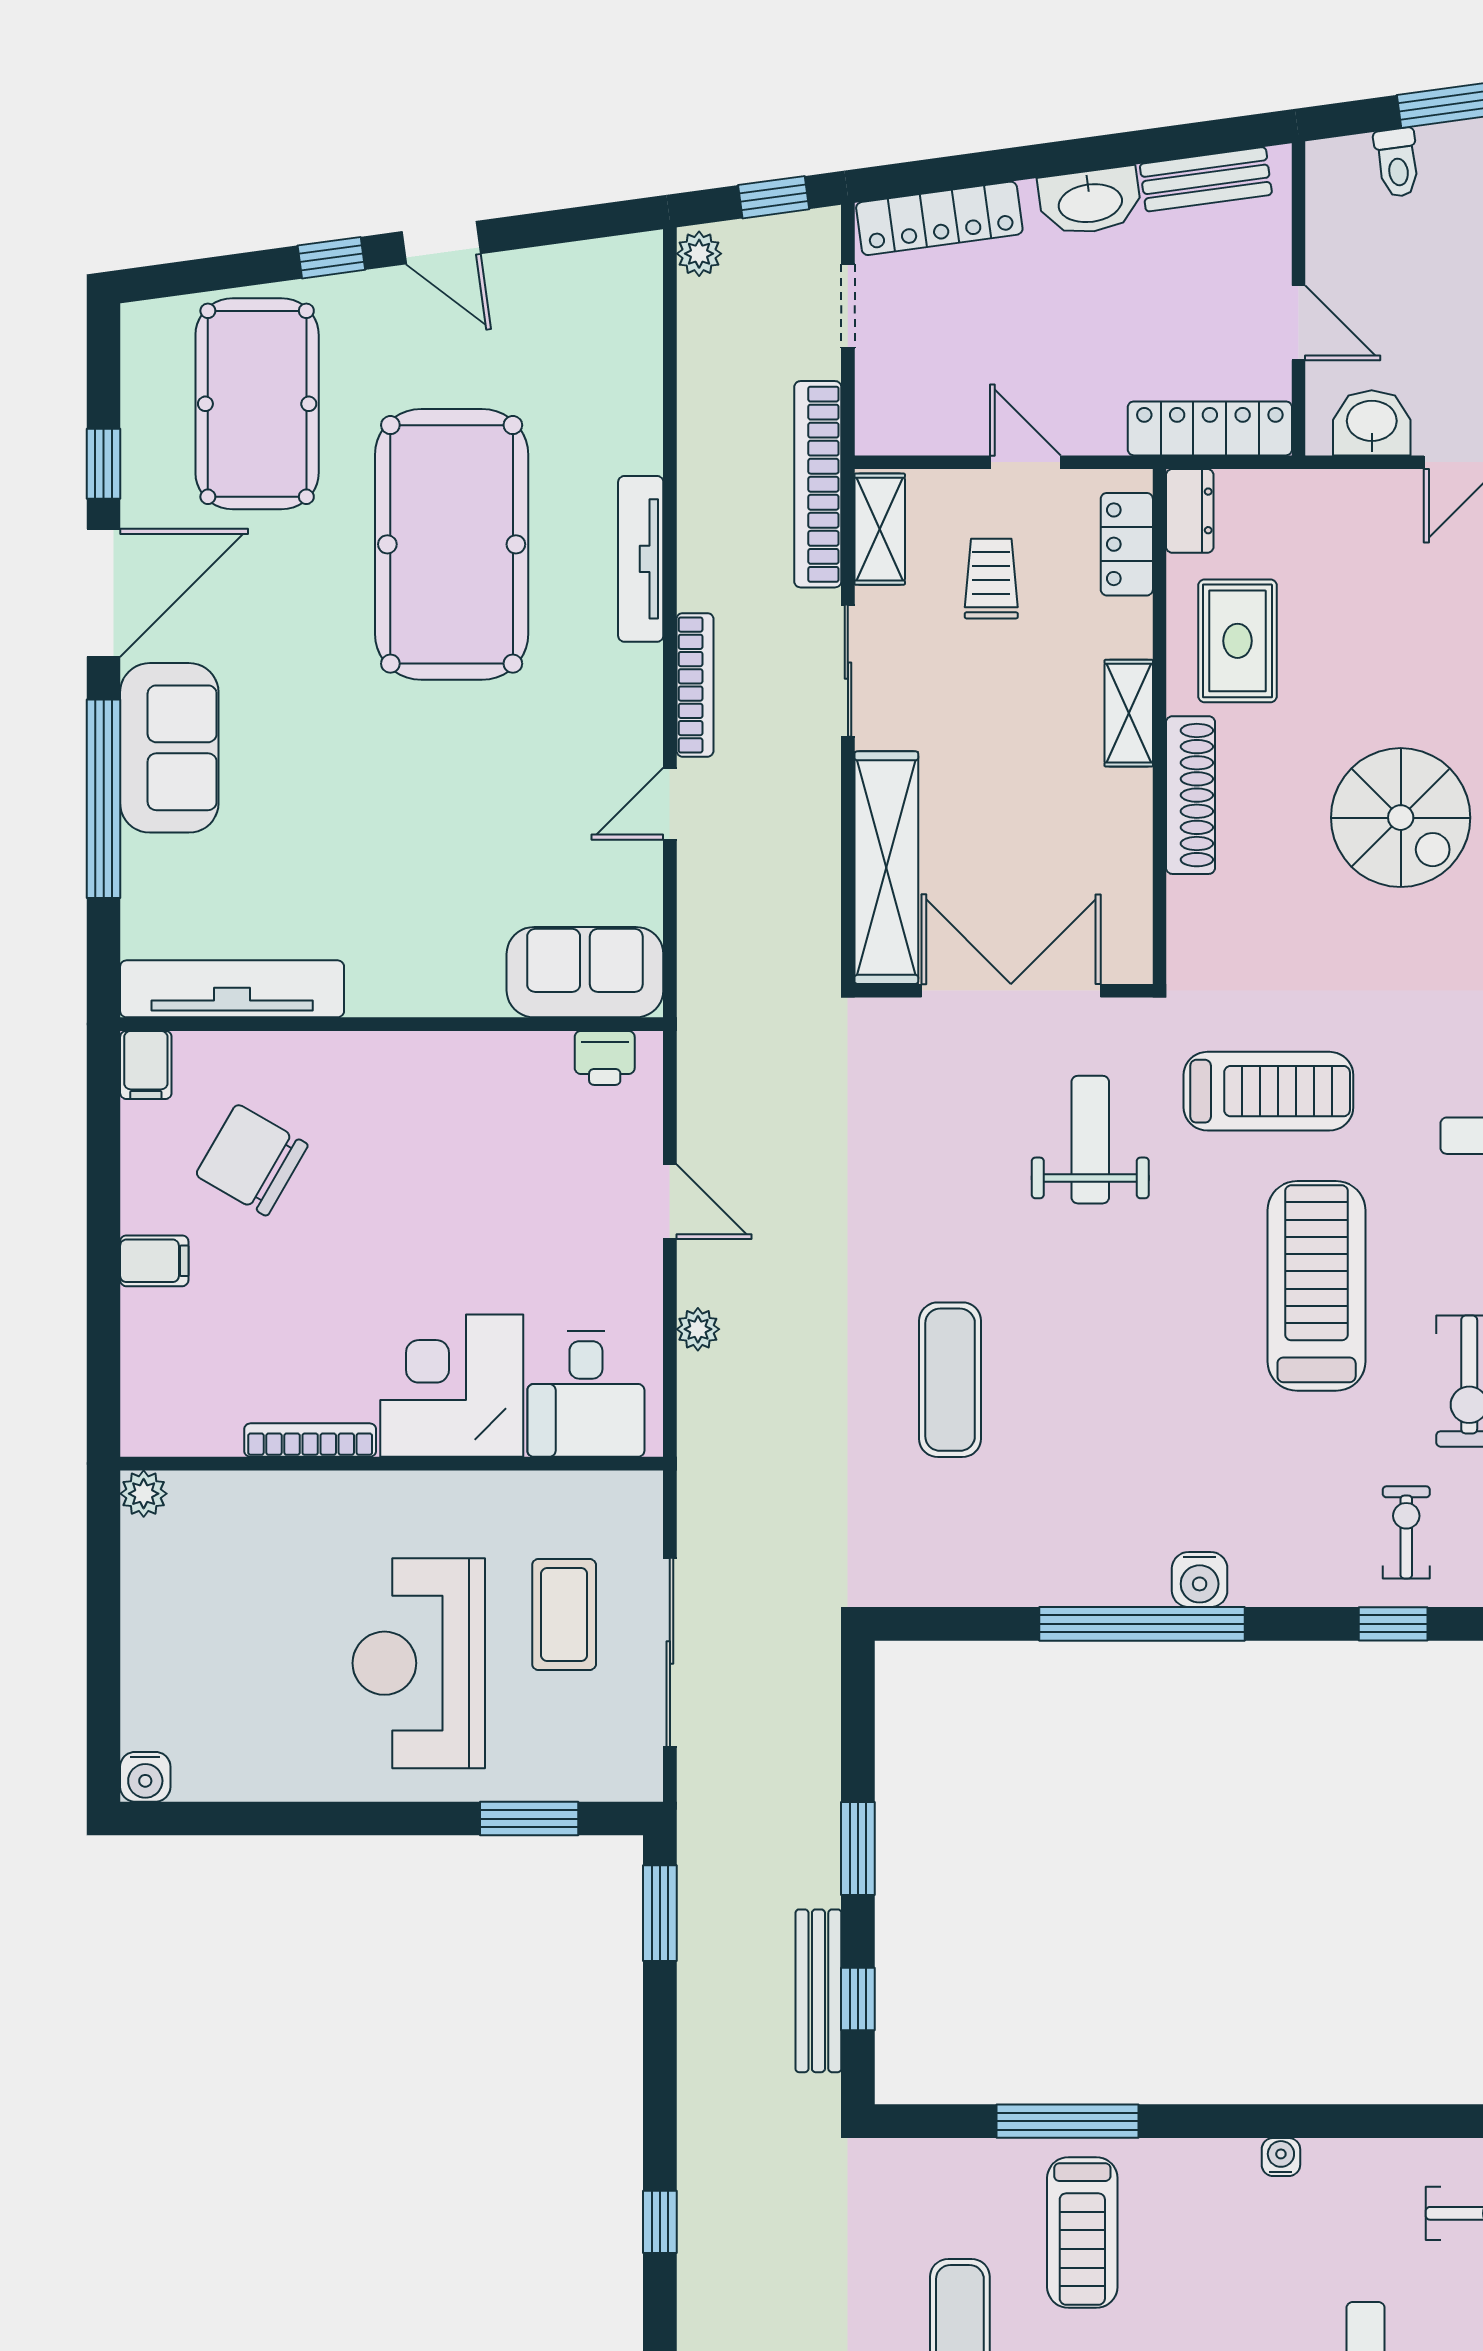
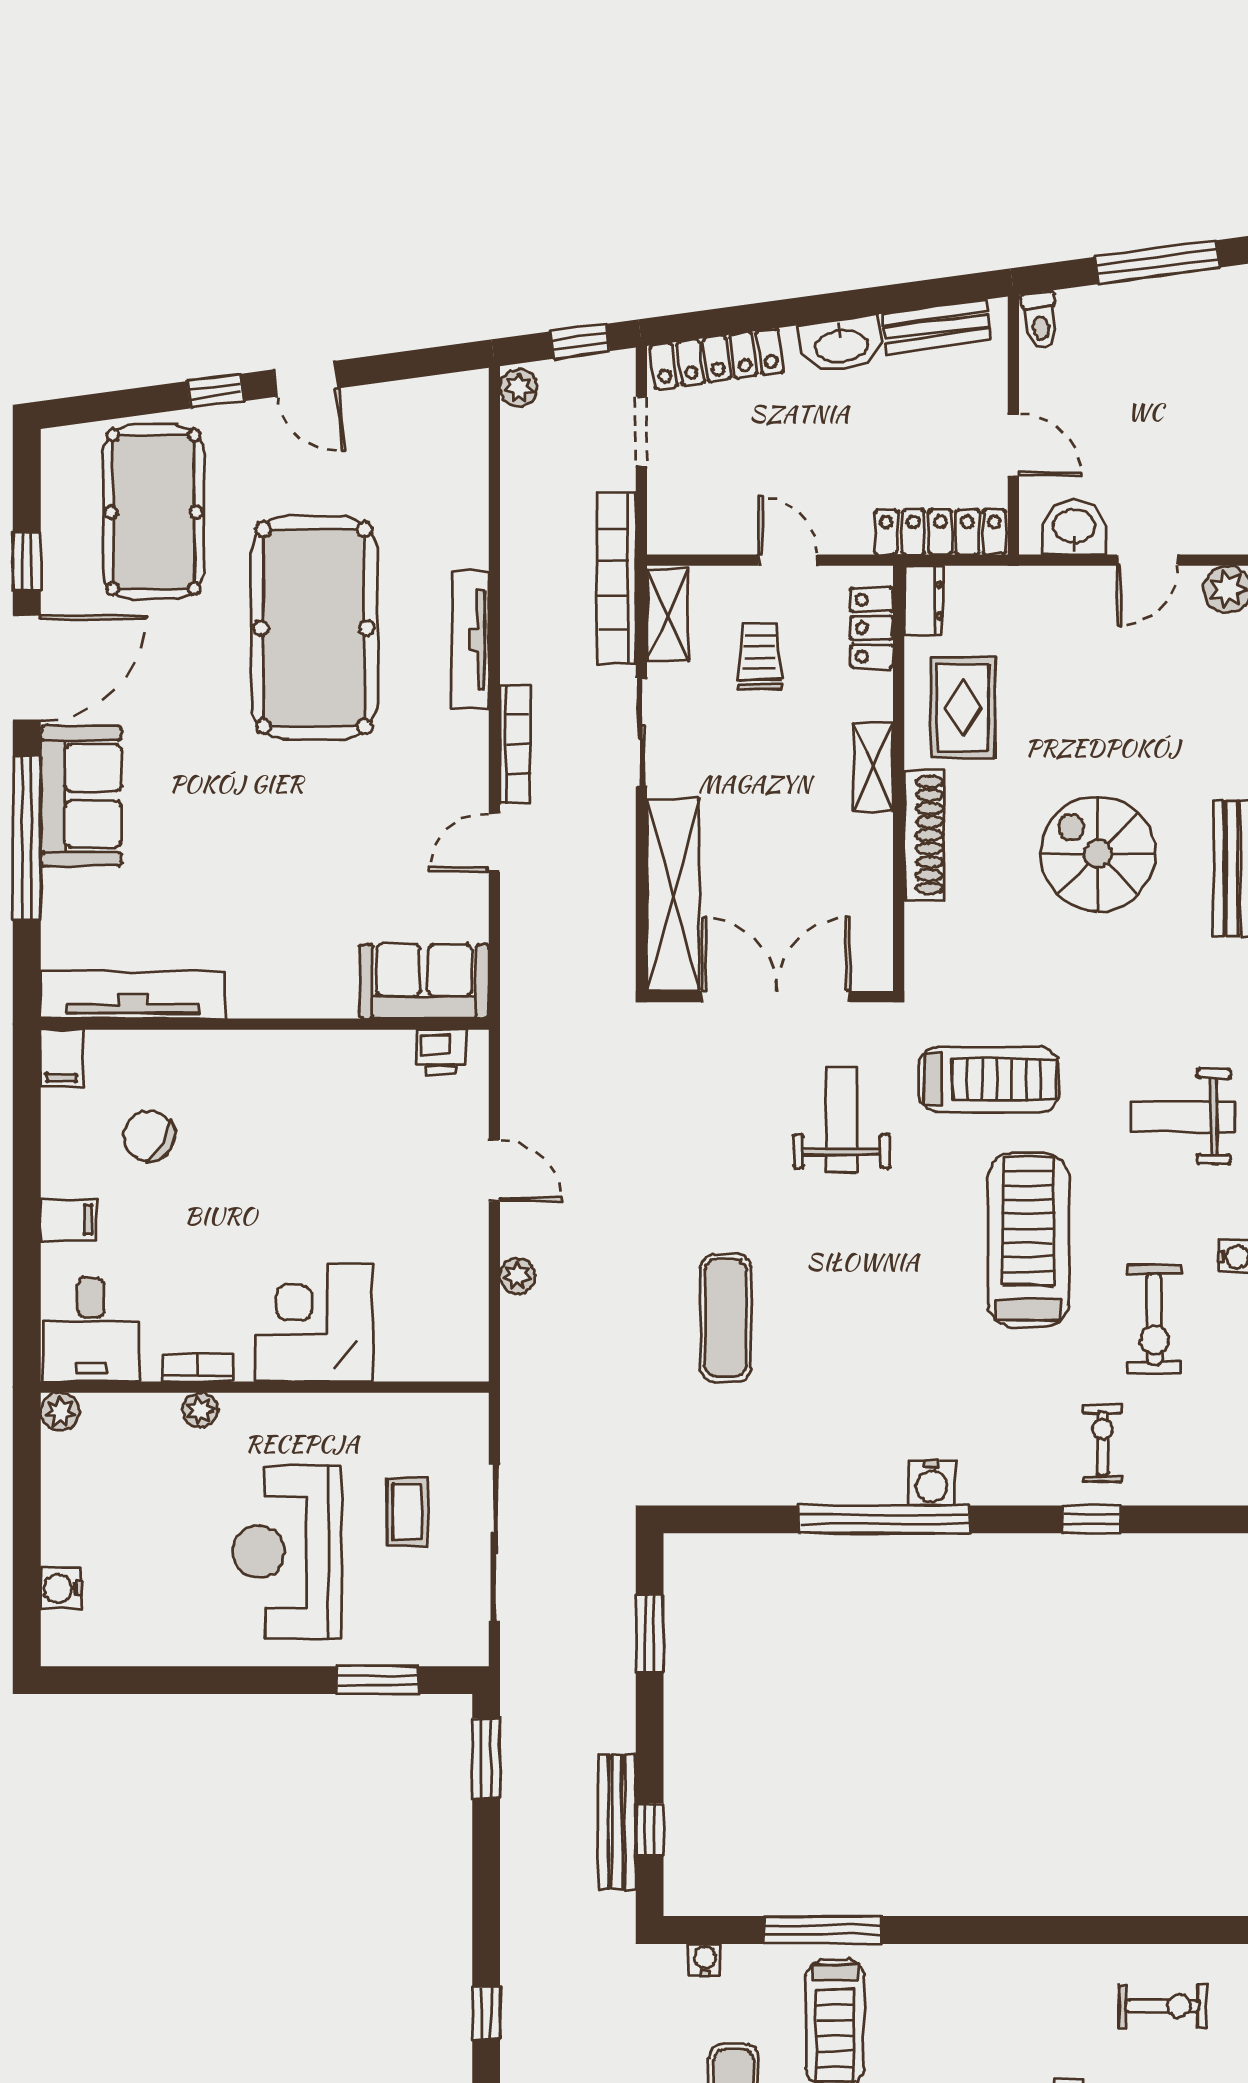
toilet: (1397, 163) -> (1040, 320), moved
spiral stairs: (1401, 818) -> (1098, 854), turned 180
chair: (252, 1160) -> (149, 1136), width x0.73, depth x0.73
desk: (586, 1394) -> (91, 1330), moved
bookcase: (310, 1440) -> (197, 1368), width x0.64
plant: (313, 1491) -> (200, 1410), added
coffee table: (564, 1615) -> (407, 1512), width x0.73, depth x0.77
water cooler: (145, 1777) -> (61, 1588), moved, turned 90
window: (858, 1848) -> (650, 1634), moved
water cooler: (1281, 2157) -> (705, 1960), moved

